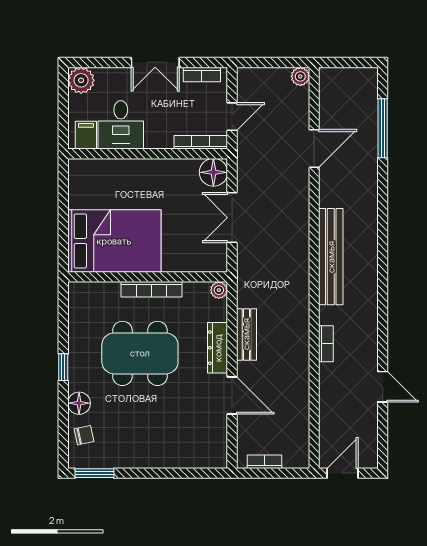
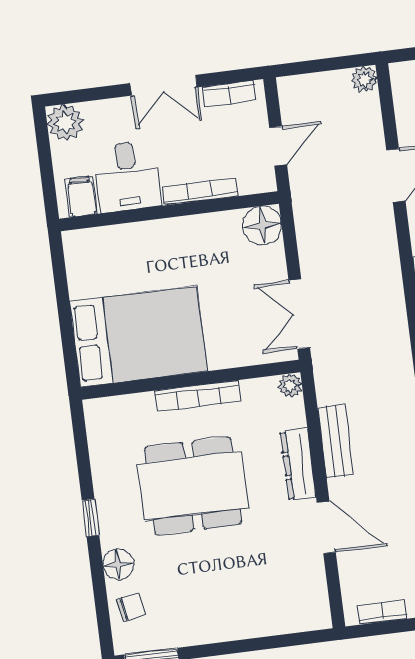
bookcase: (201, 142) -> (200, 192), moved
double door: (232, 218) -> (299, 314), moved

